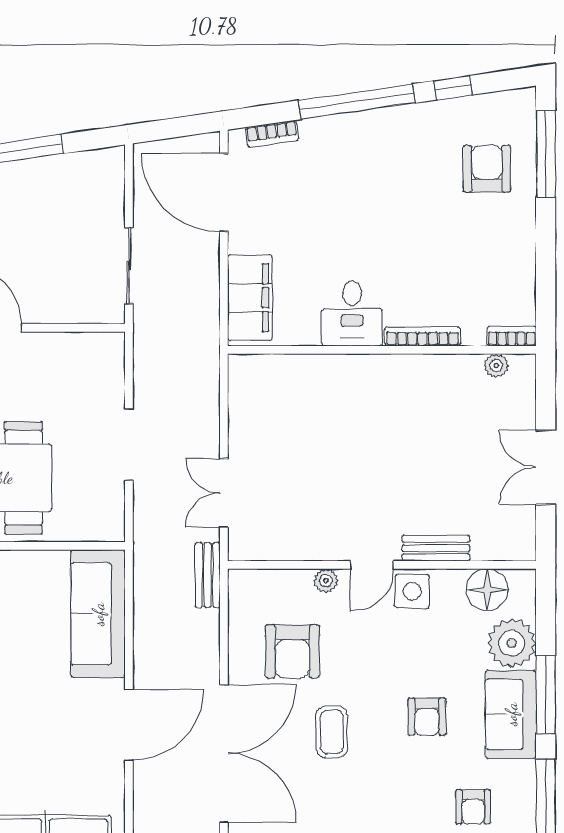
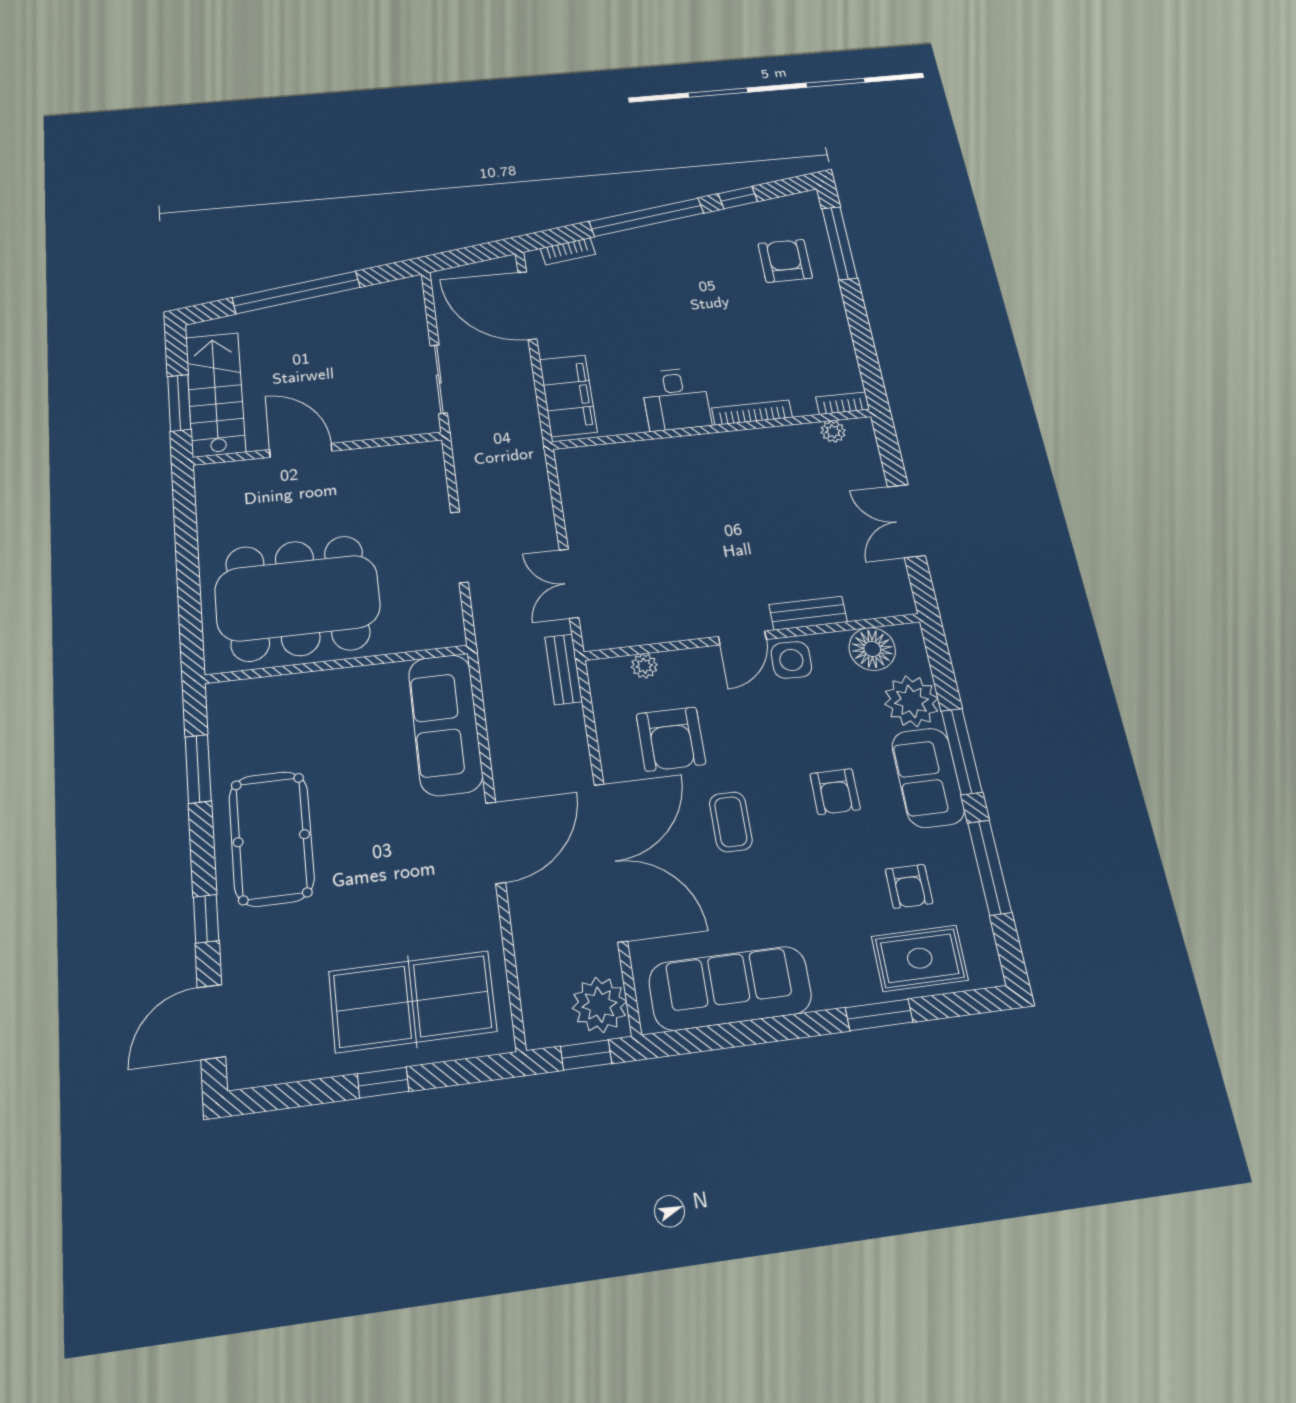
plant: (326, 581) -> (644, 666), moved

